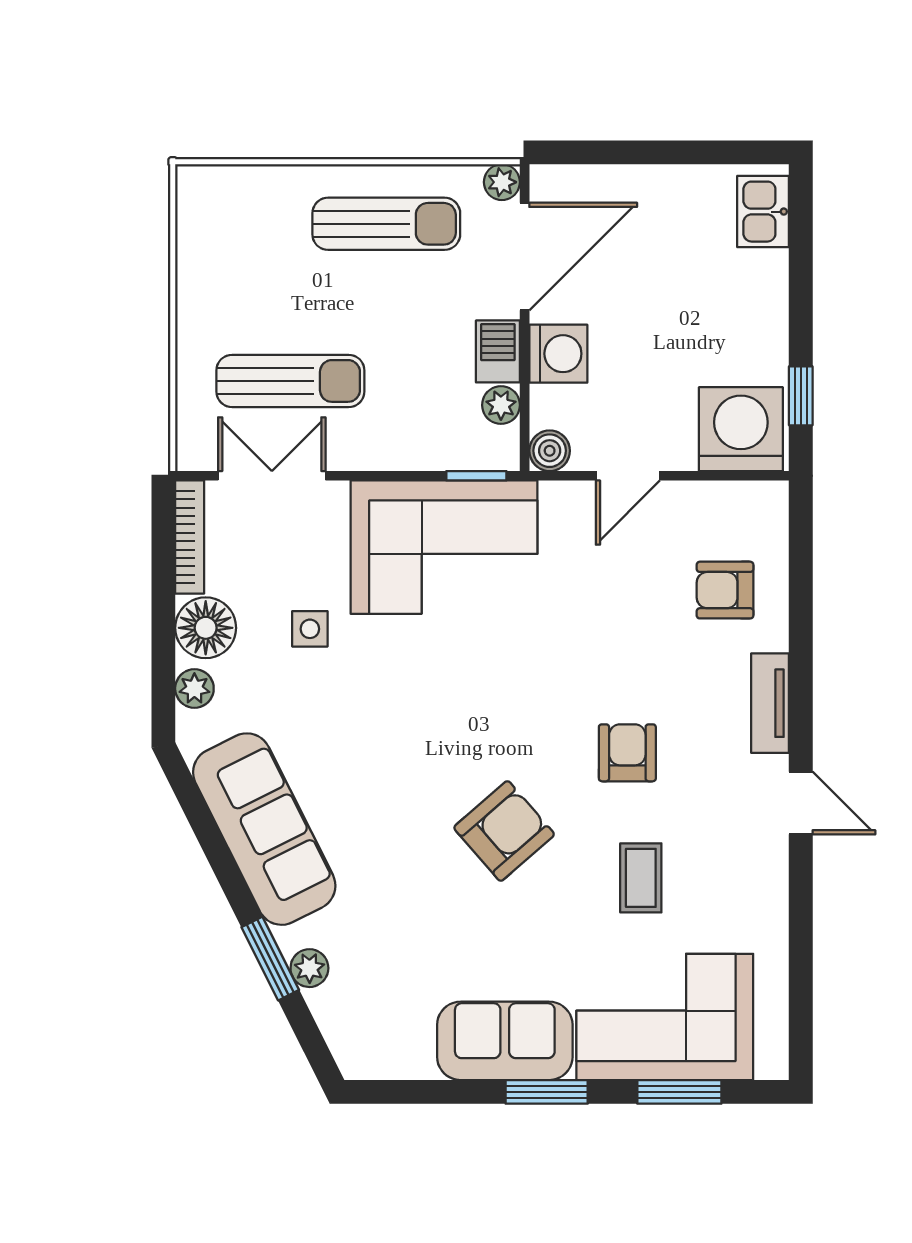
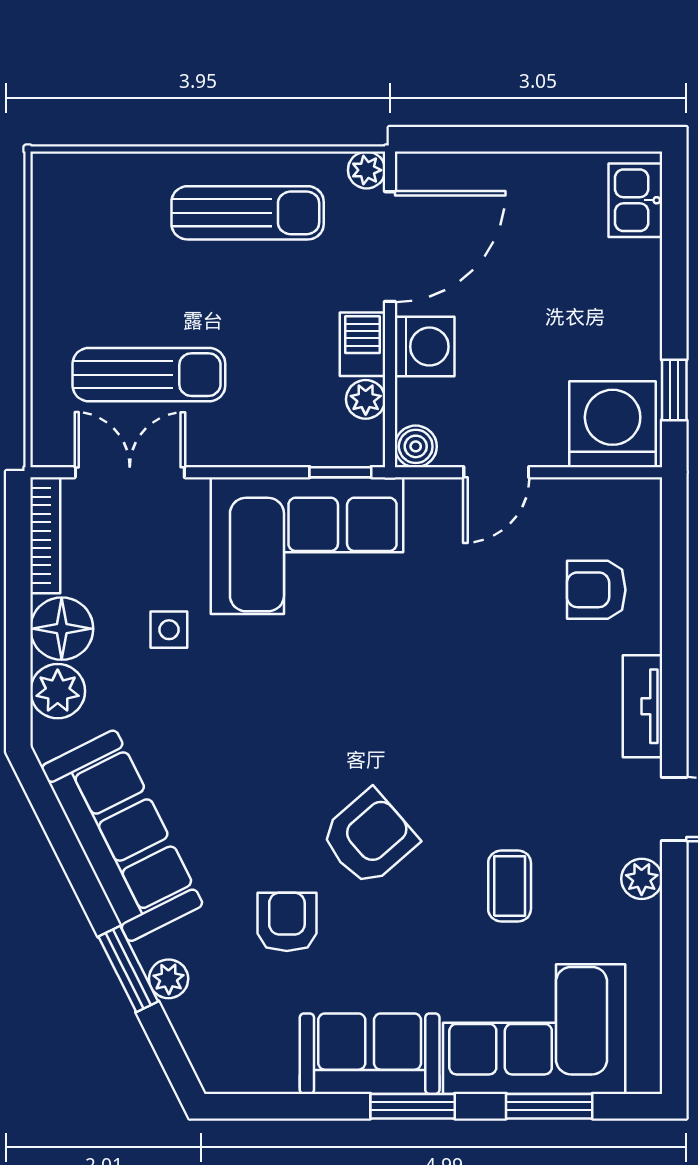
plant: (194, 688) -> (58, 691), width x1.38, depth x1.38
armchair: (627, 753) -> (287, 922), moved
plant: (769, 871) -> (642, 879), added

